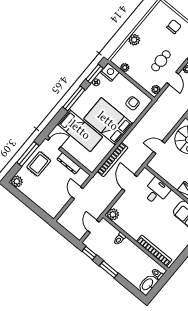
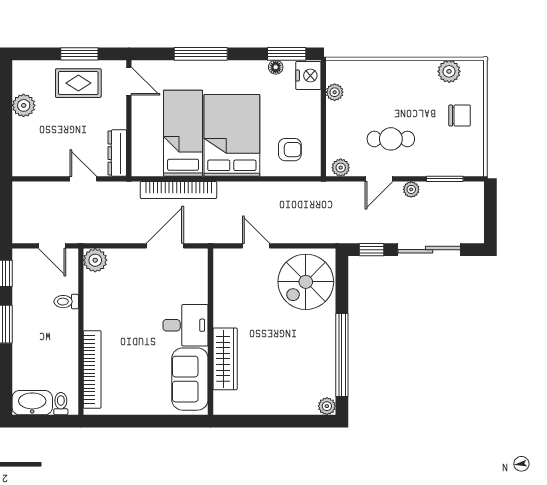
plant: (134, 40) -> (449, 71), moved
window: (74, 98) -> (201, 54), moved
bed: (80, 130) -> (183, 133), moved, turned 180
window: (28, 154) -> (79, 54), width x0.69
dresser: (69, 163) -> (117, 153), moved
plant: (17, 181) -> (24, 105), moved
desk: (156, 191) -> (186, 325), moved
door: (77, 193) -> (83, 179), hinge flipped
door: (93, 226) -> (52, 246), swing flipped

